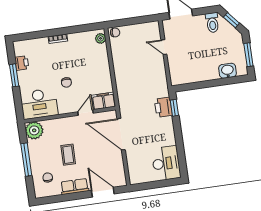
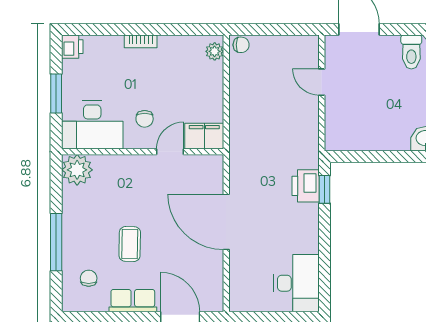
printer: (22, 63) -> (72, 47), moved
filing cabinet: (104, 101) -> (204, 136), moved
desk: (39, 104) -> (92, 125), moved
door: (85, 112) -> (170, 152), moved
wall: (70, 115) -> (143, 152), moved
plant: (34, 130) -> (77, 170), moved

